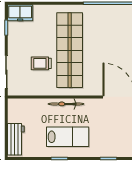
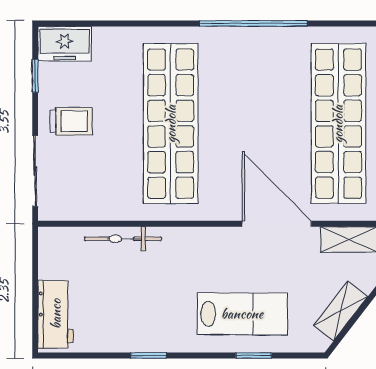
trolley: (41, 63) -> (71, 121), moved, turned 180
bicycle: (66, 104) -> (123, 239), moved
lab bench: (68, 137) -> (242, 314), moved

